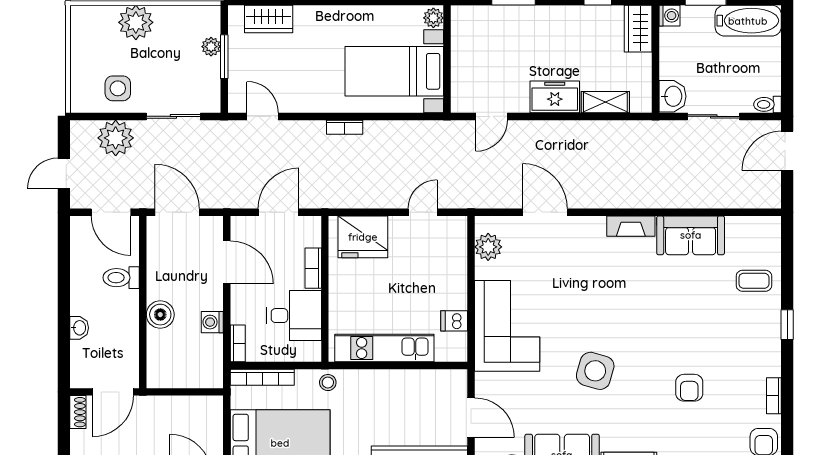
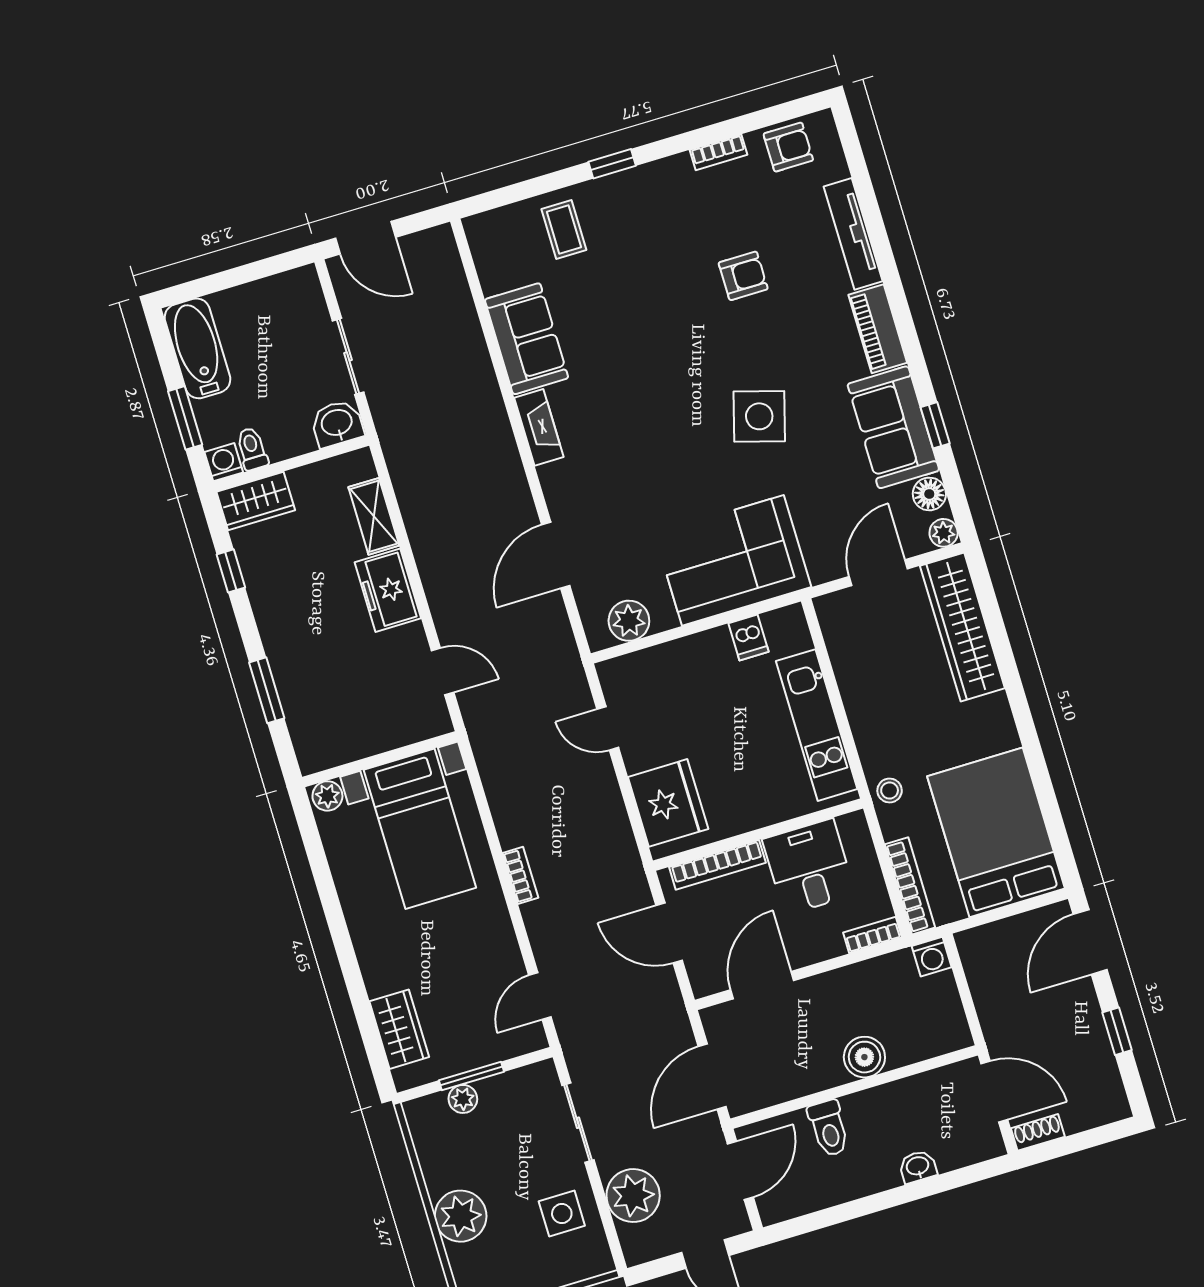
toilet: (767, 104) -> (252, 449), moved, turned 180
bookcase: (313, 268) -> (717, 865), width x1.56
washing machine: (212, 322) -> (932, 957), moved

